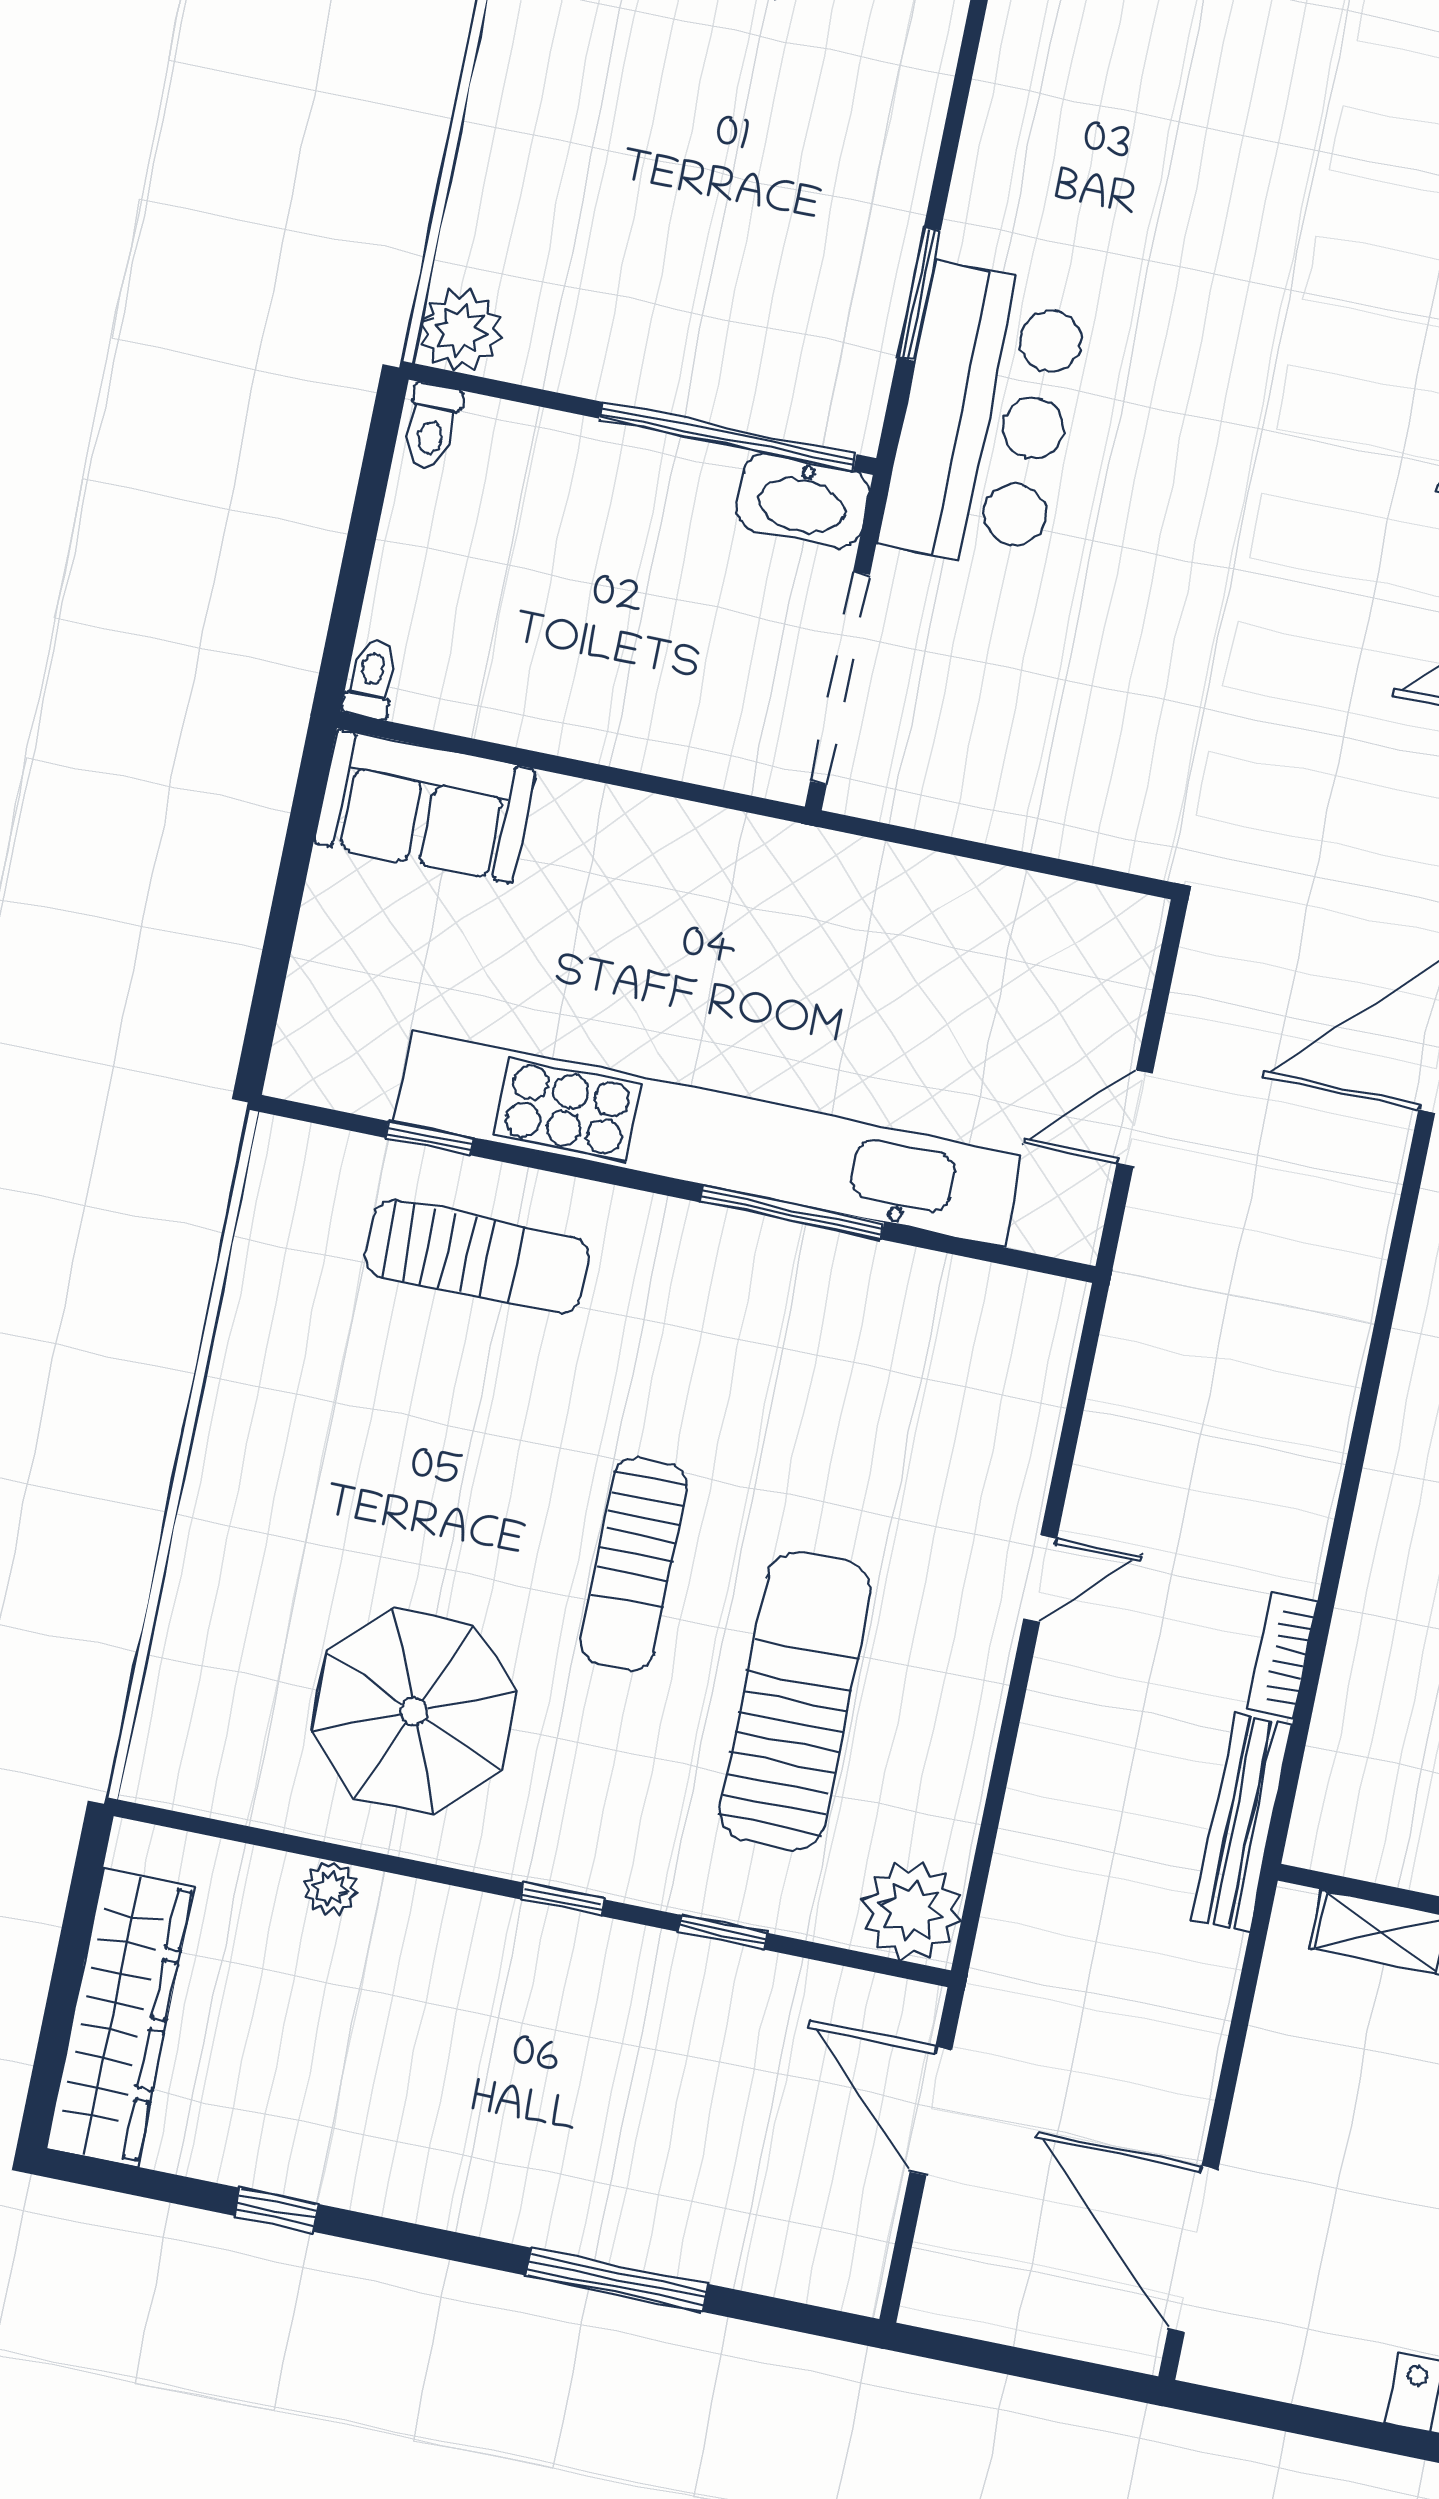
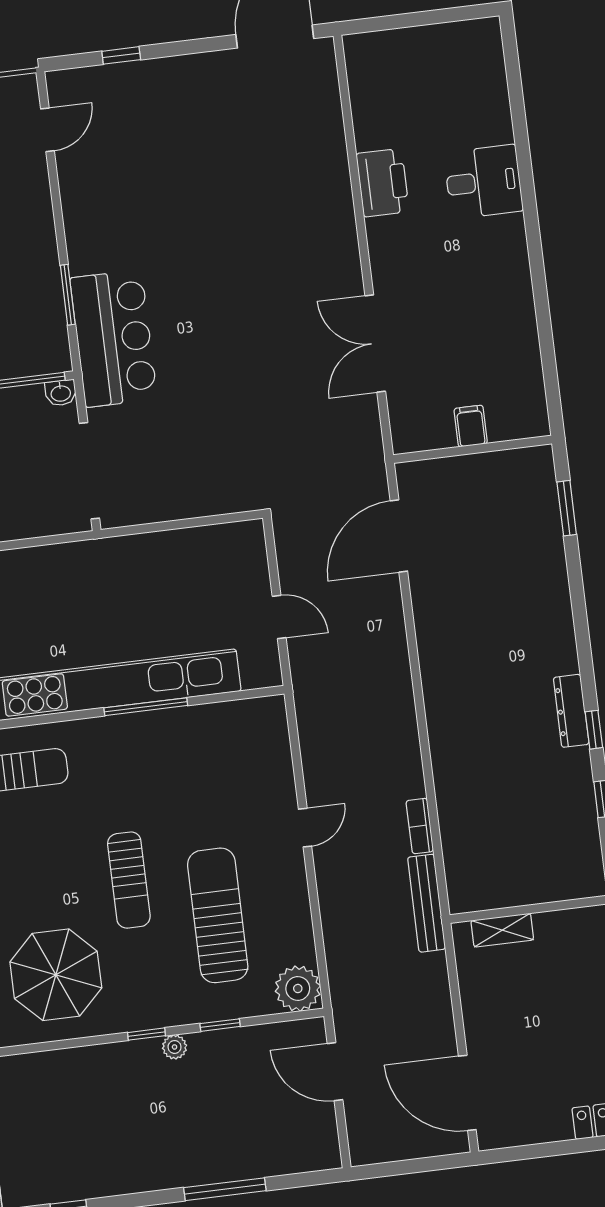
washbasin: (803, 500) -> (61, 393), width x0.52, depth x0.69
door: (1135, 1118) -> (279, 617), swing flipped
plant: (331, 1888) -> (175, 1047), moved

